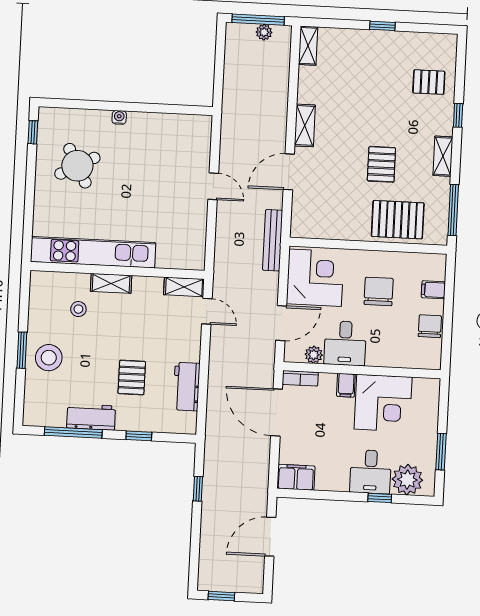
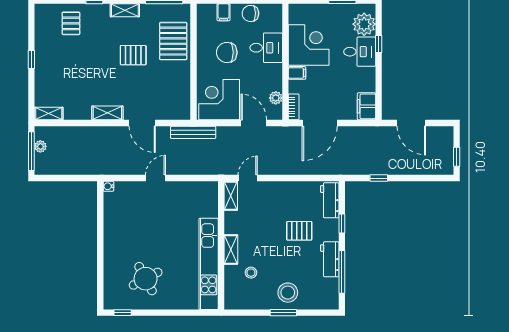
water cooler: (119, 117) -> (108, 186), moved
desk: (345, 343) -> (266, 48), moved
workbench: (186, 387) -> (330, 200), moved, turned 90

